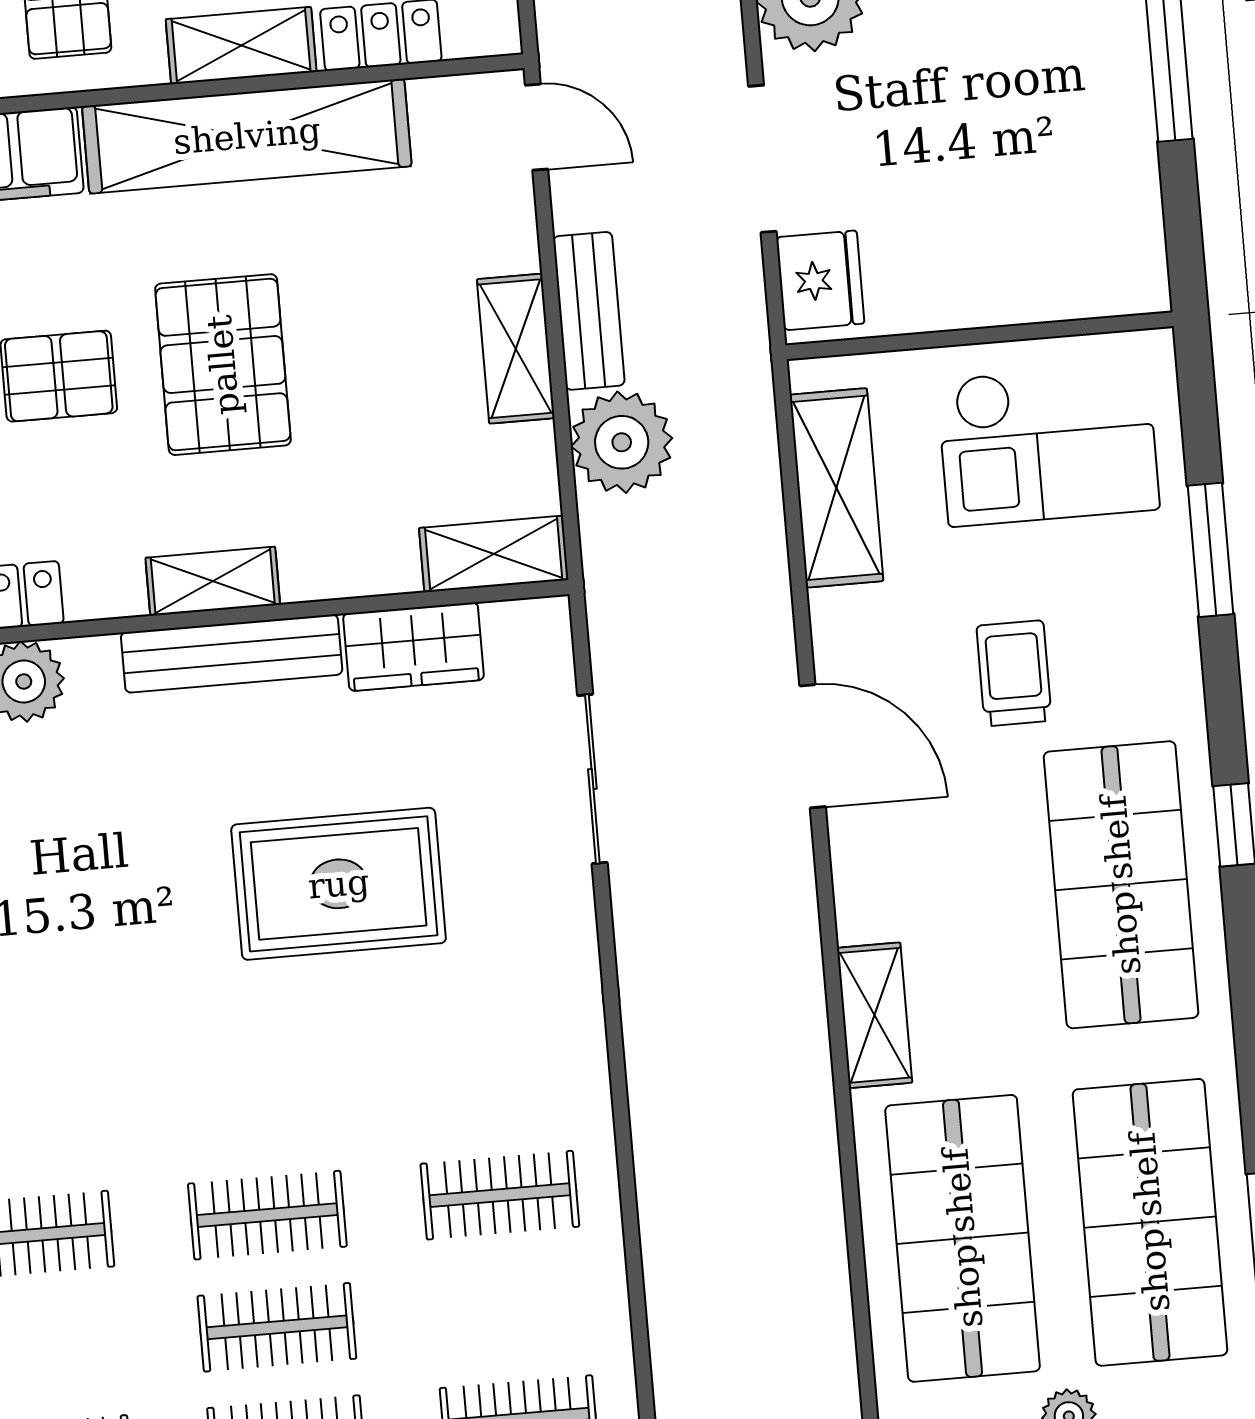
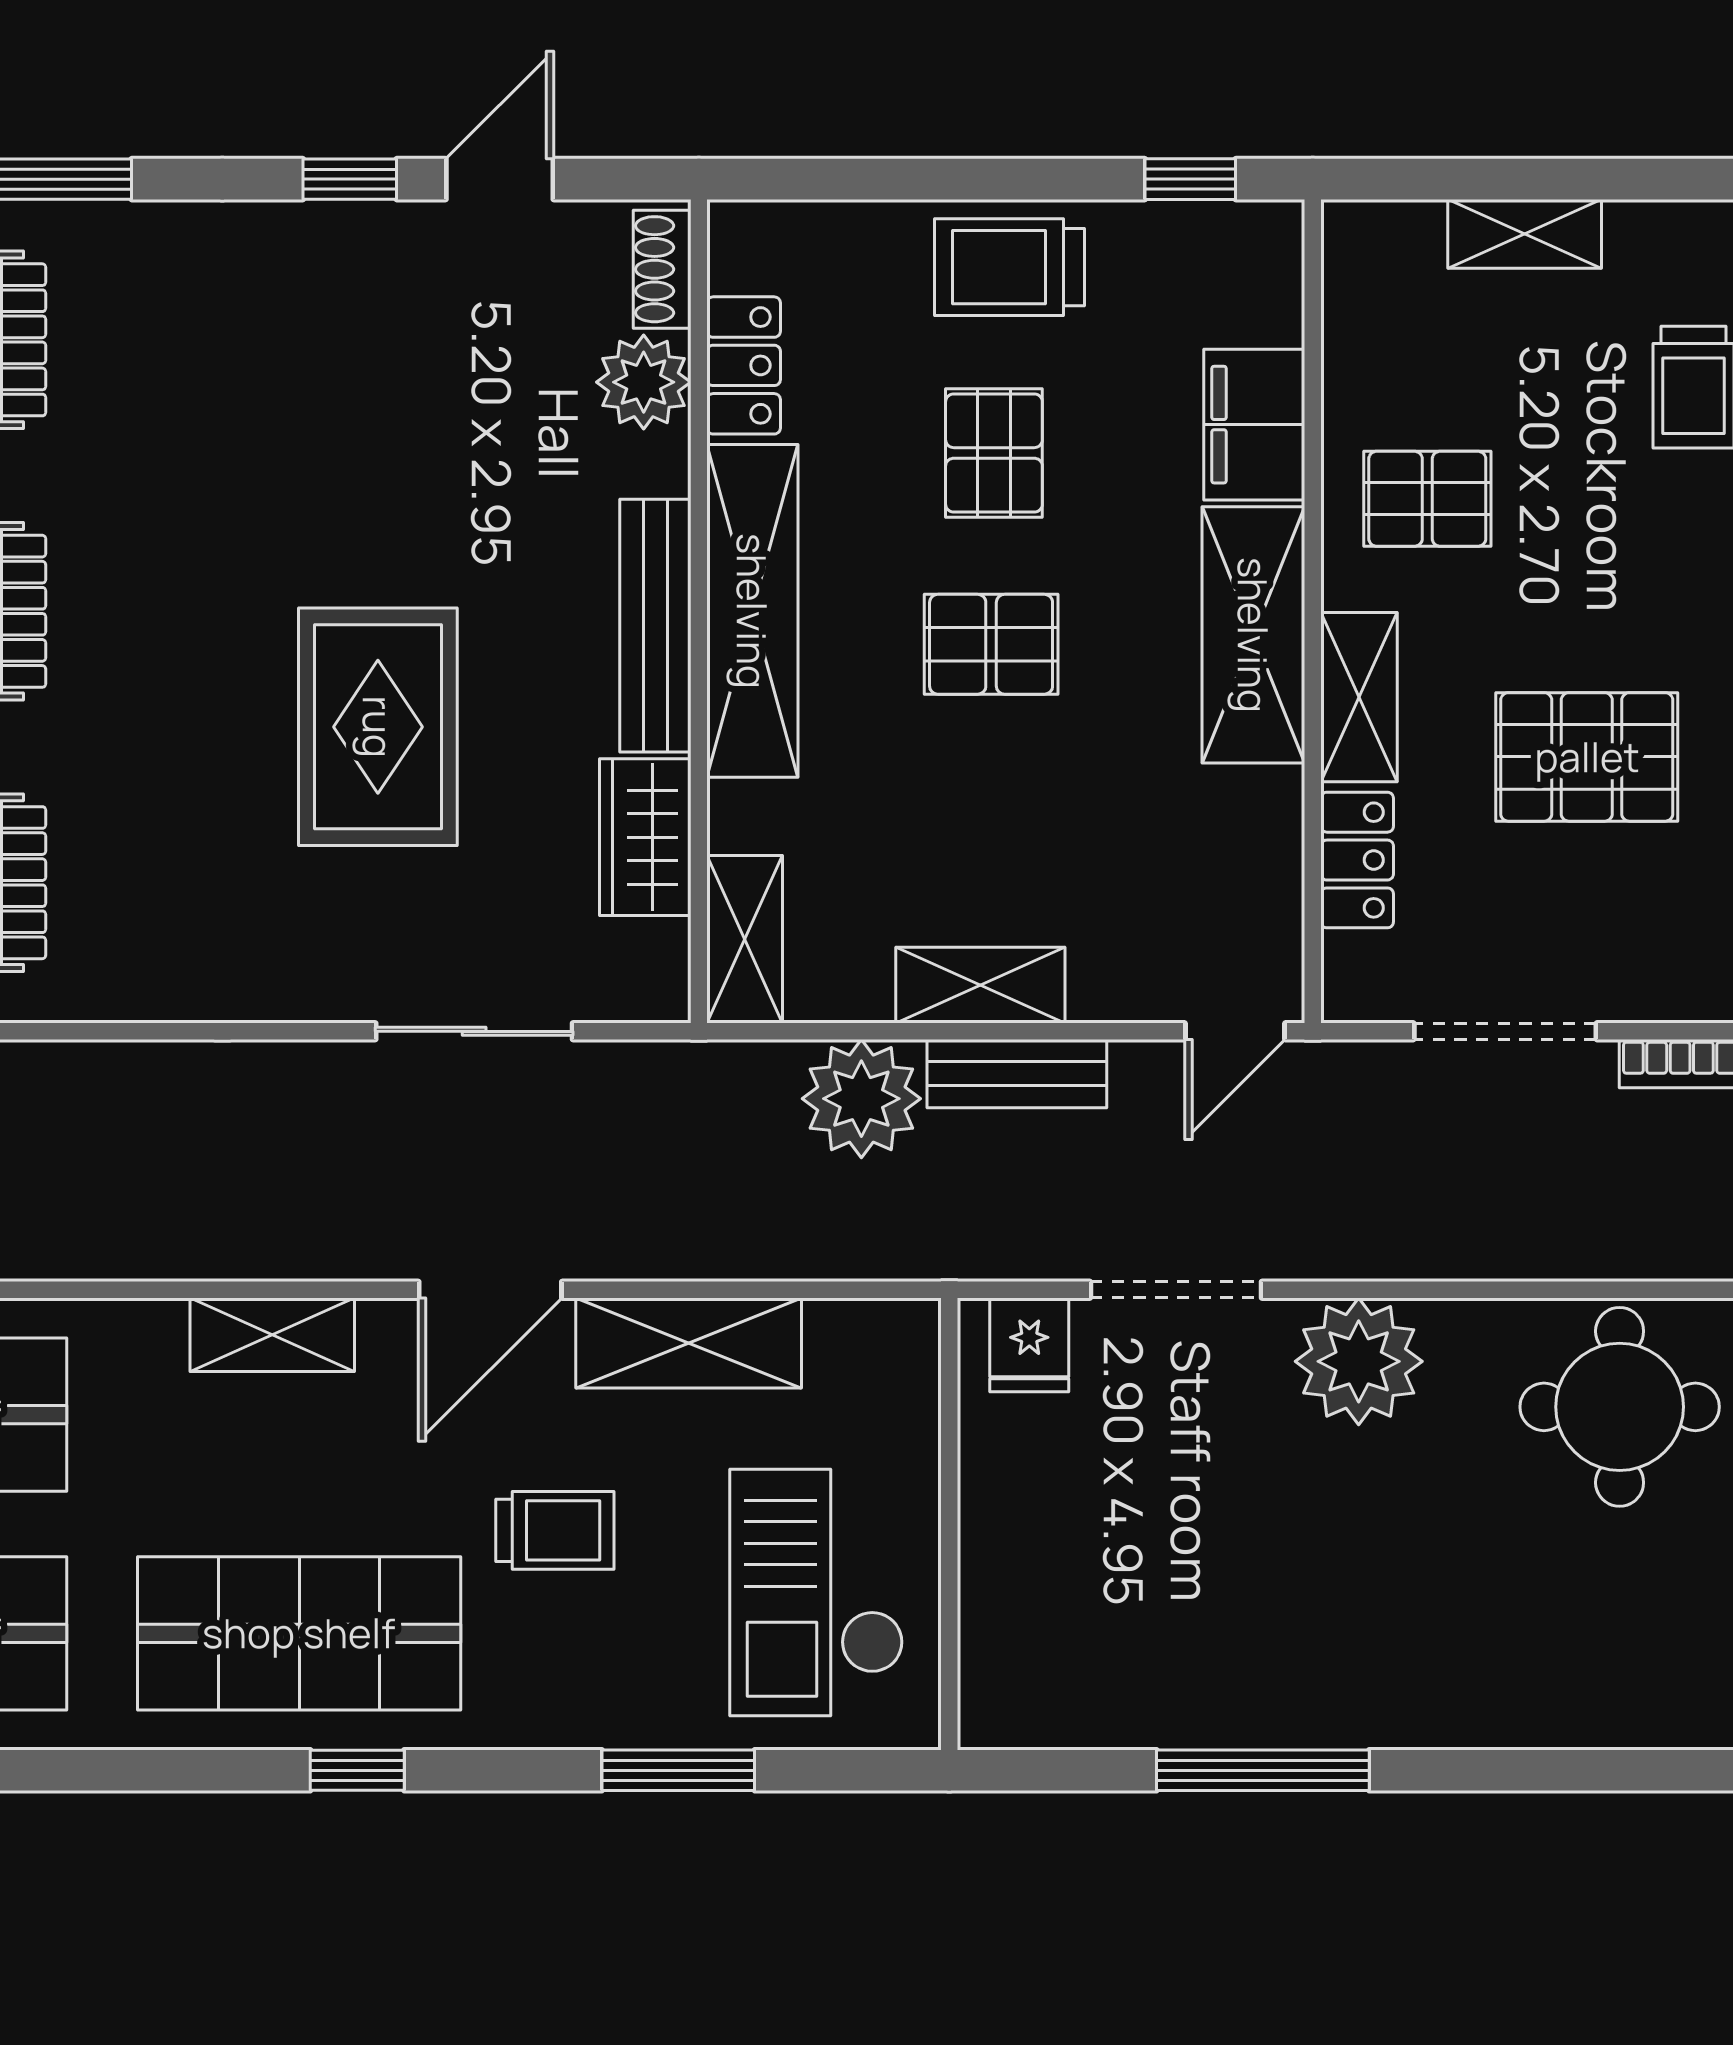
shelving: (247, 136) -> (1253, 635), width x0.68
fridge: (820, 280) -> (1029, 1345), width x0.72
pallet: (223, 365) -> (991, 644), width x0.67, depth x0.71
shelving: (836, 488) -> (689, 1343), moved
shelving: (213, 581) -> (752, 611), width x2.20, depth x1.33
shelving: (875, 1015) -> (272, 1335), moved

